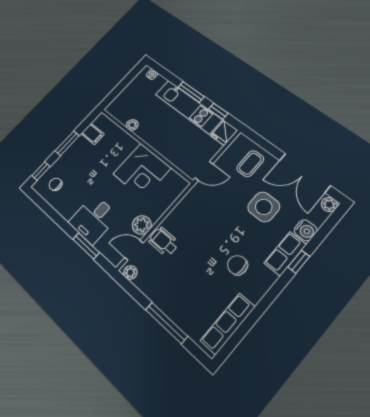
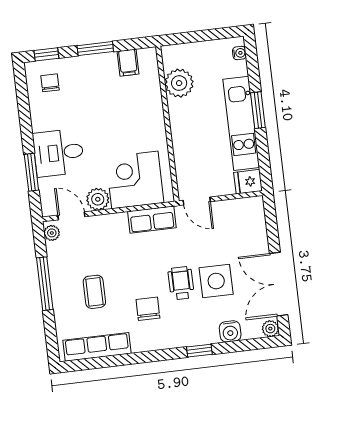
window: (218, 111) -> (263, 155), removed
plant: (132, 125) -> (179, 83), width x1.87, depth x1.87
coffee table: (250, 164) -> (94, 292), moved, turned 90
corner desk: (142, 171) -> (135, 180), moved, turned 90
wheelchair: (164, 242) -> (181, 283), moved
row of seats: (285, 254) -> (152, 220), moved, turned 180
window: (166, 323) -> (45, 284), moved

